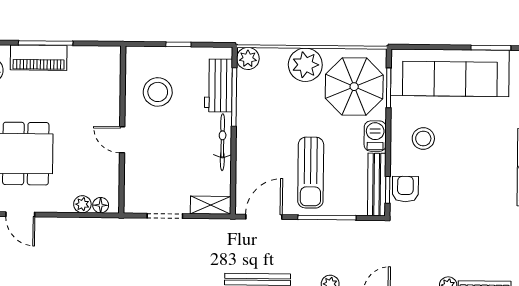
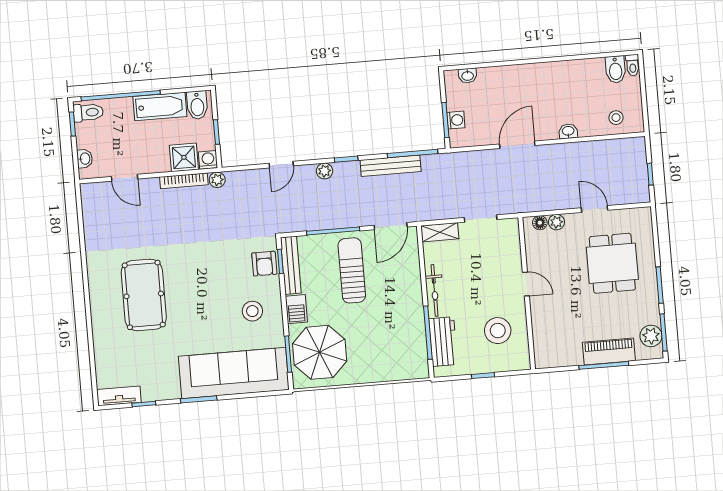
plant: (248, 58) -> (419, 369), removed
plant: (305, 65) -> (366, 368), removed
door: (20, 214) -> (595, 209), moved

